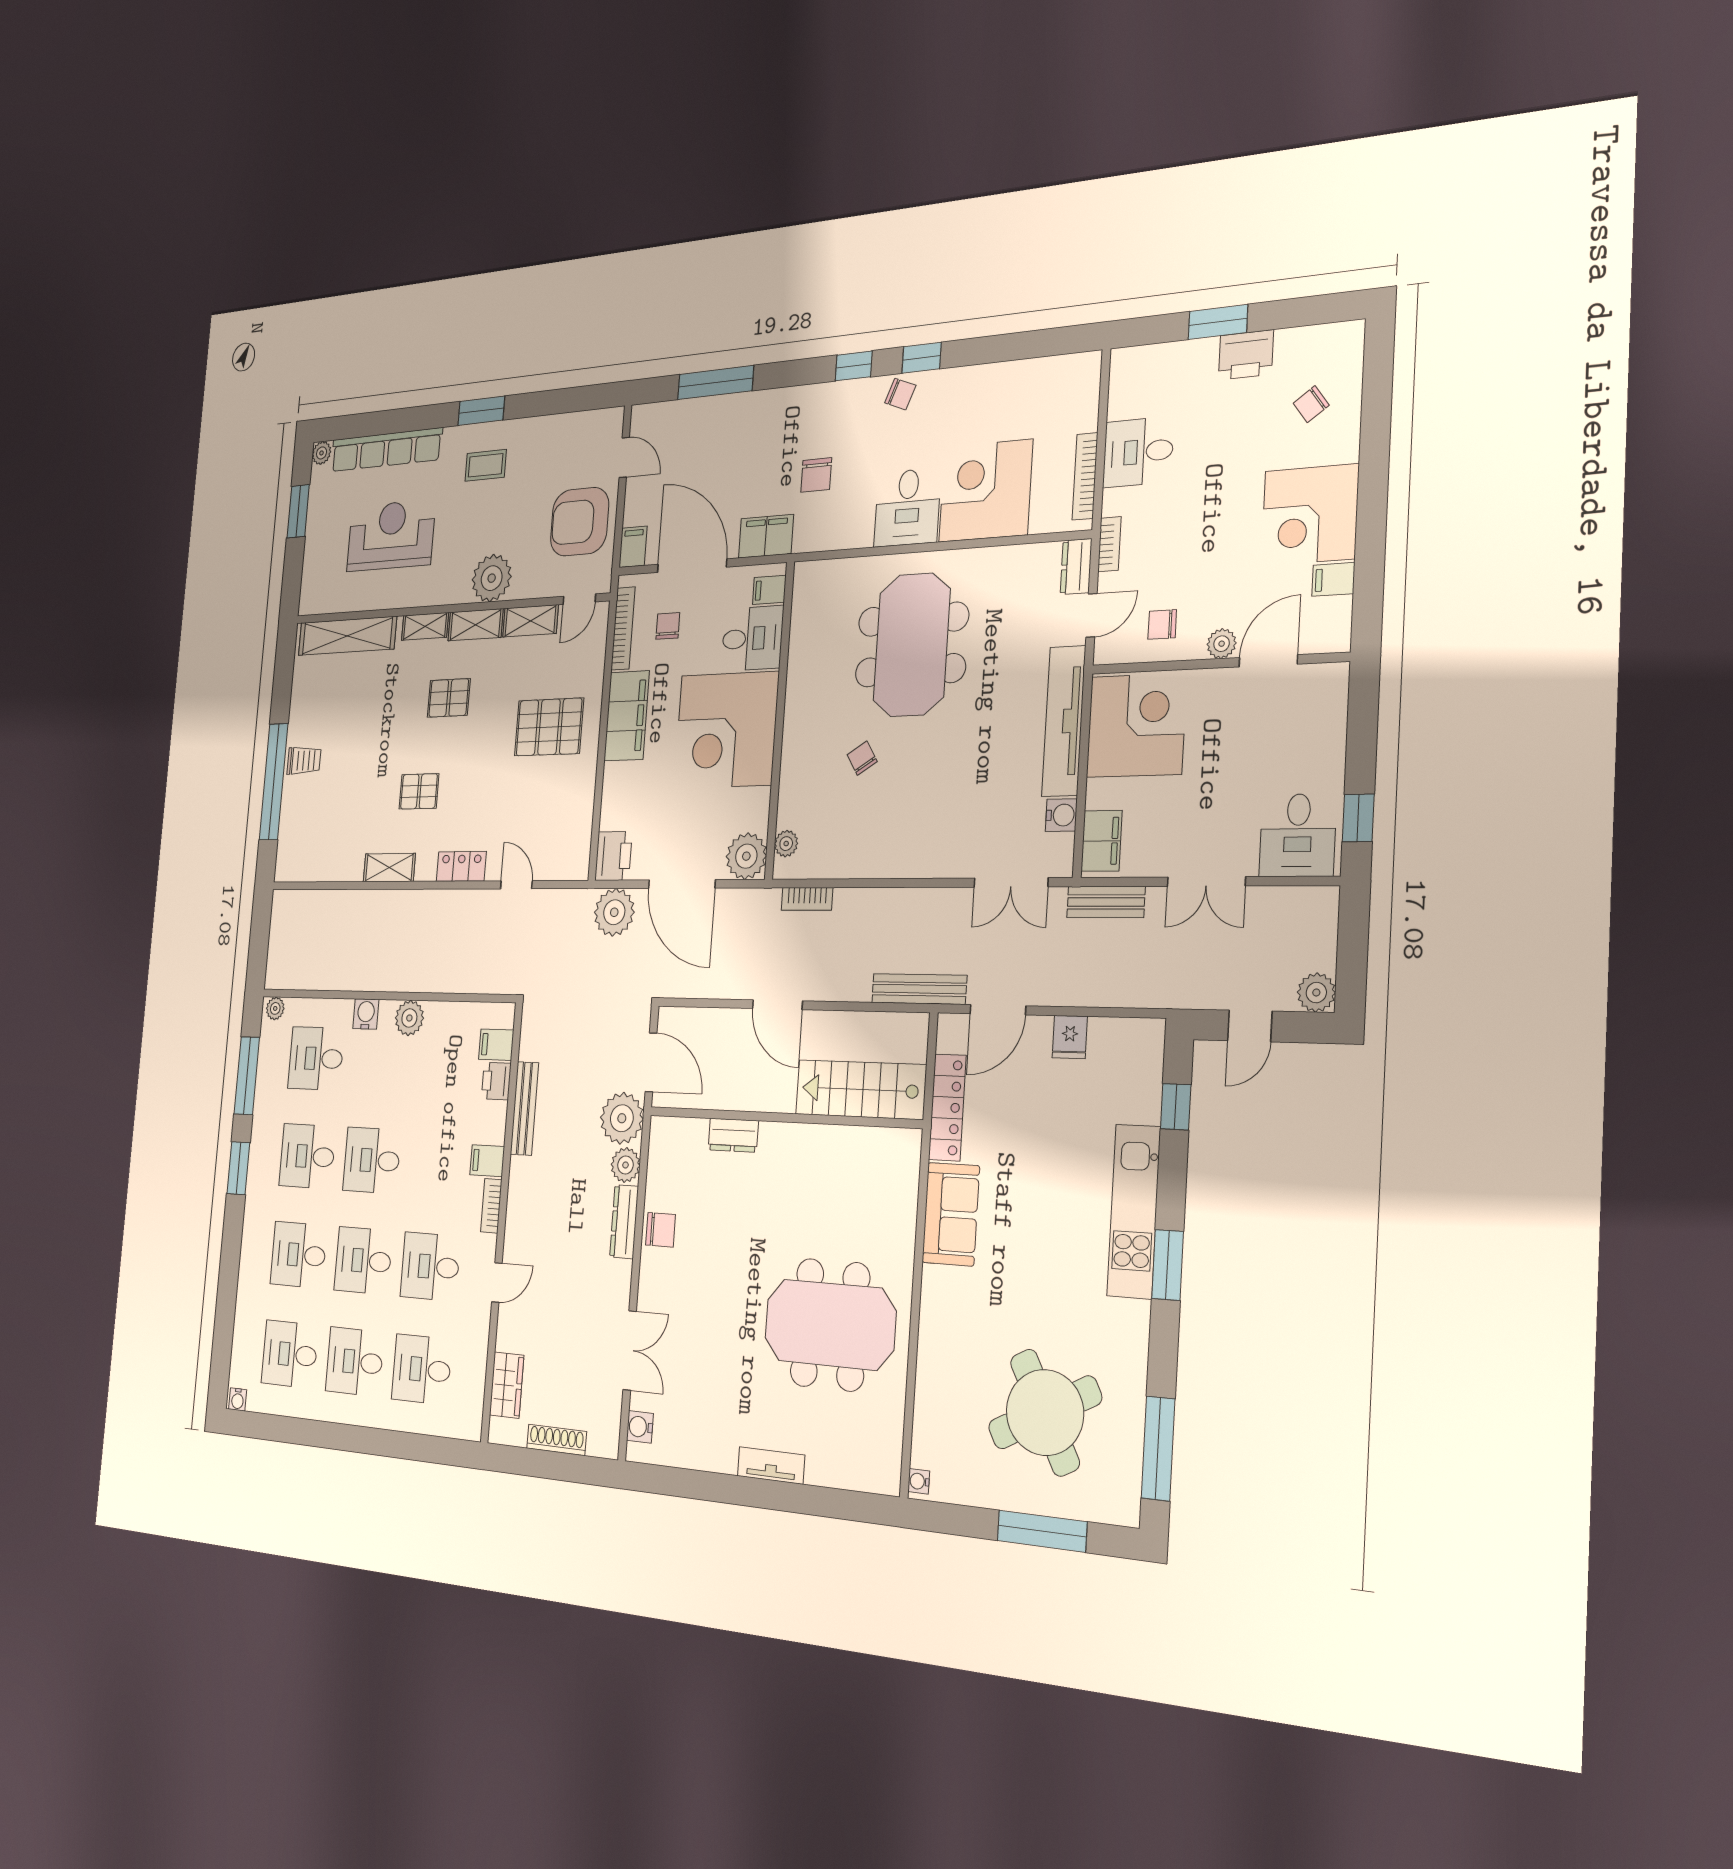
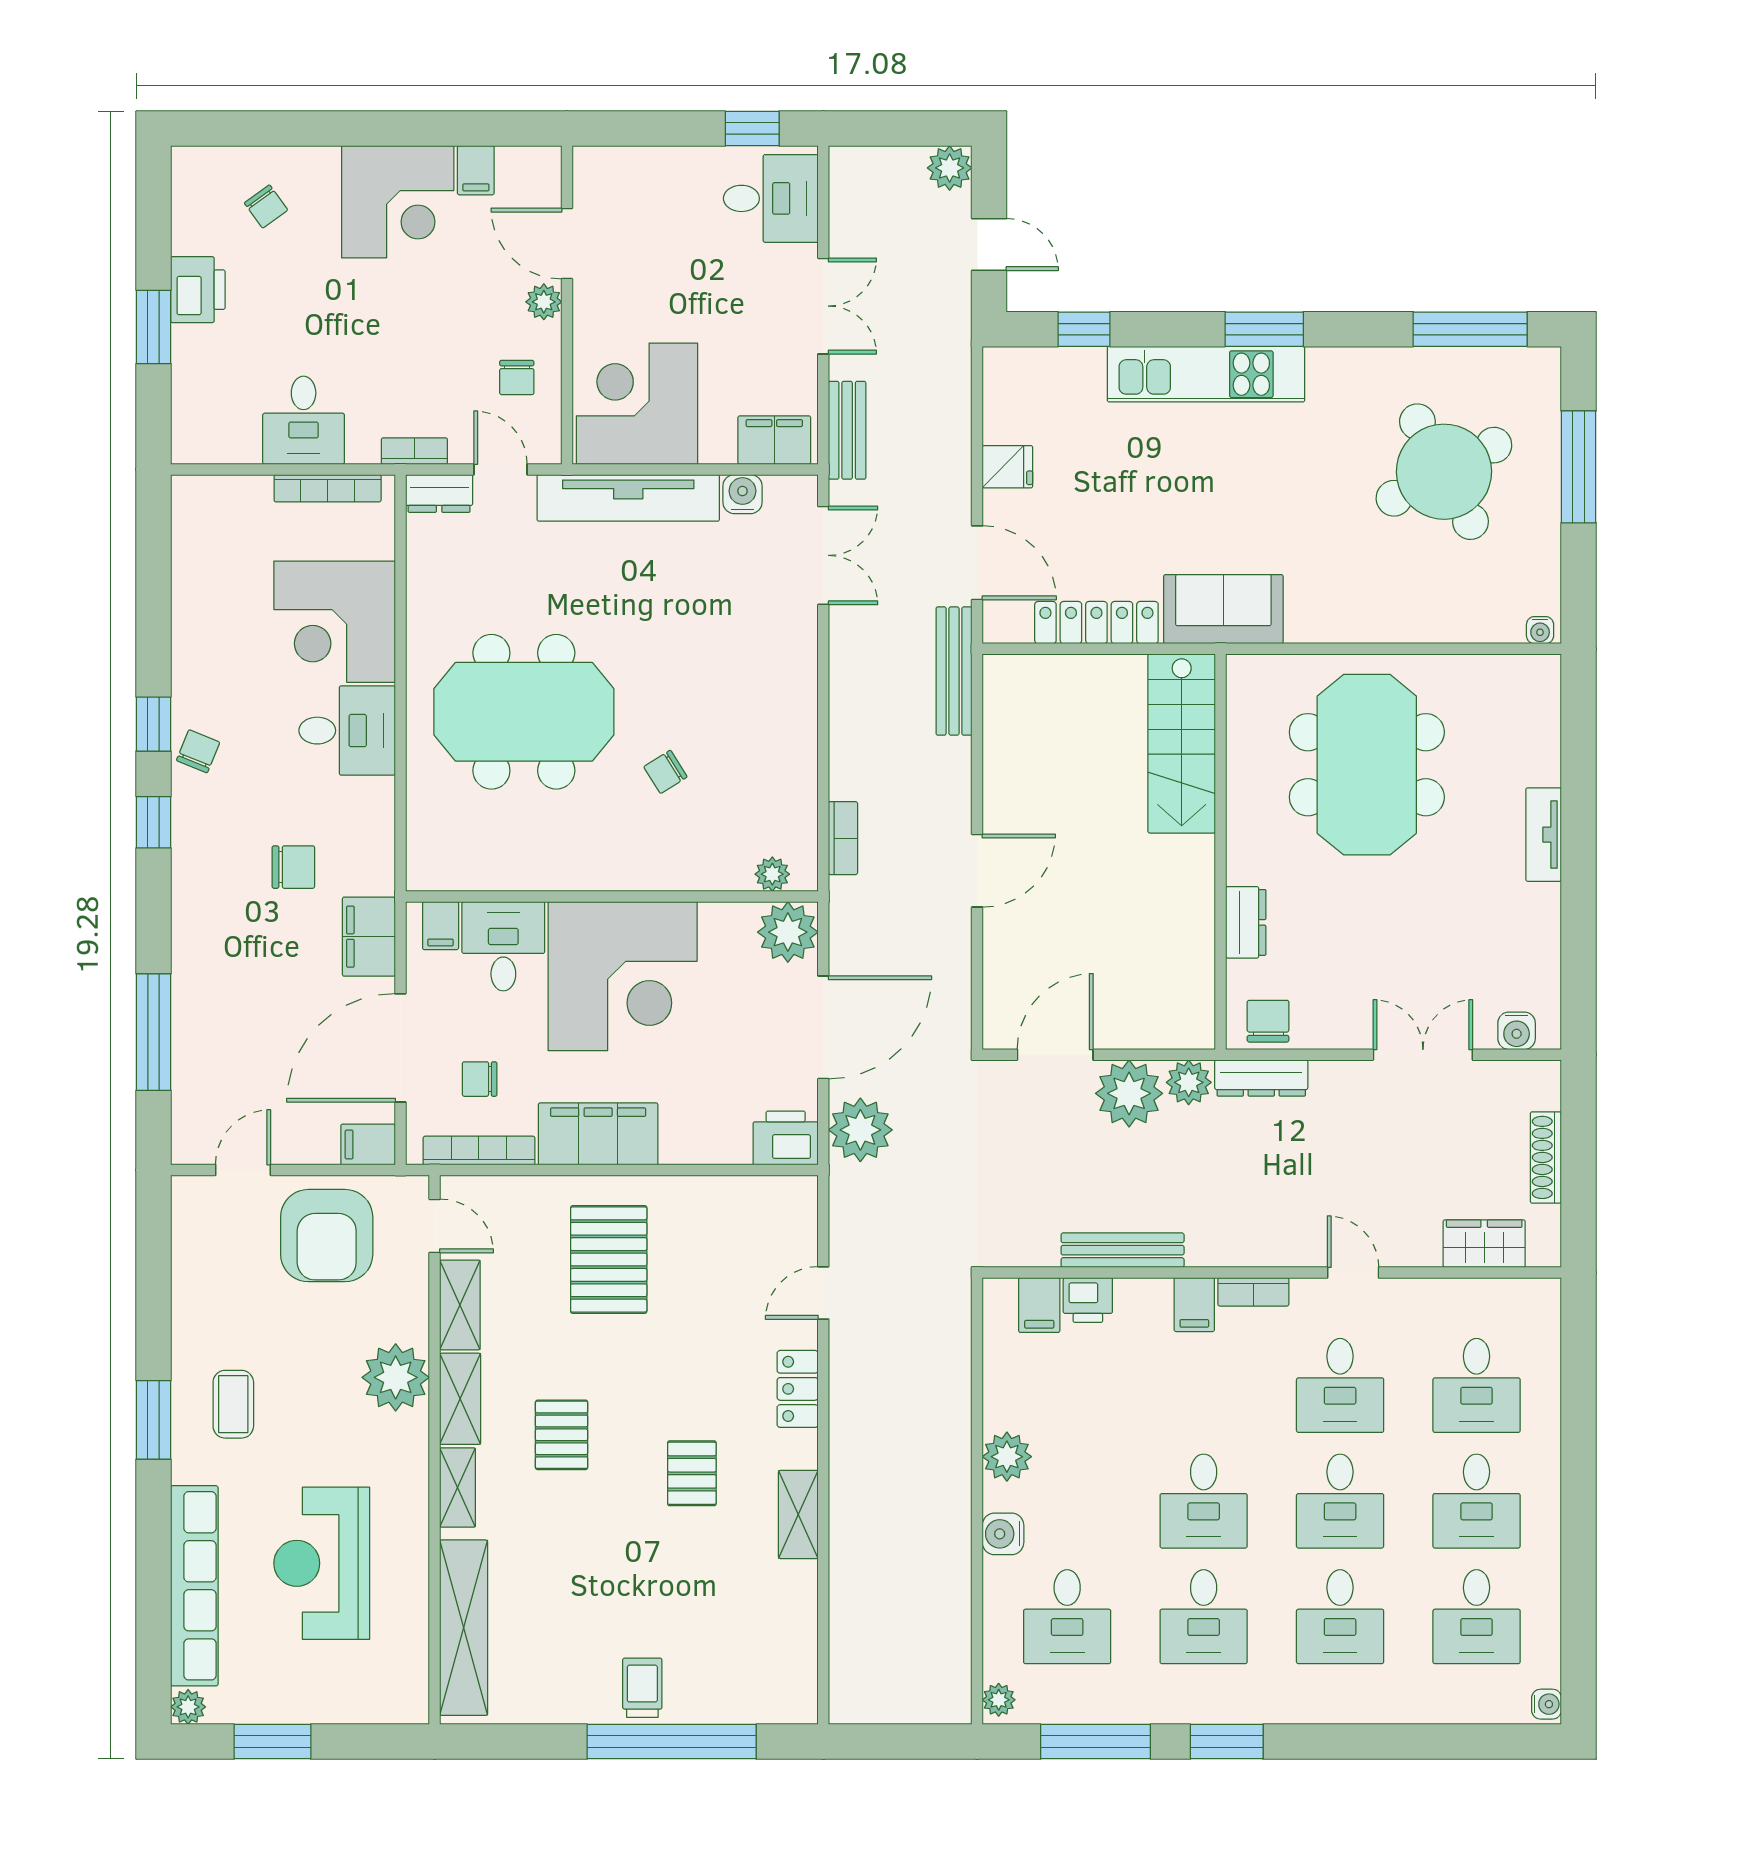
stairs: (861, 1089) -> (1182, 743), moved
wall: (783, 1118) -> (1221, 852), moved
dresser: (733, 1135) -> (1246, 922), moved

